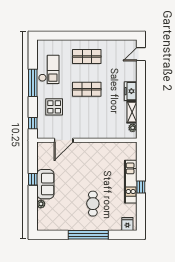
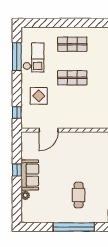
window: (33, 83) -> (17, 57), moved

